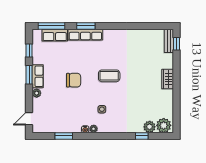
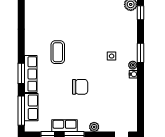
row of seats: (38, 76) -> (65, 126), moved
coffee table: (109, 76) -> (58, 52), moved
chair: (74, 80) -> (80, 87), turned 90
window: (64, 136) -> (141, 53), moved

